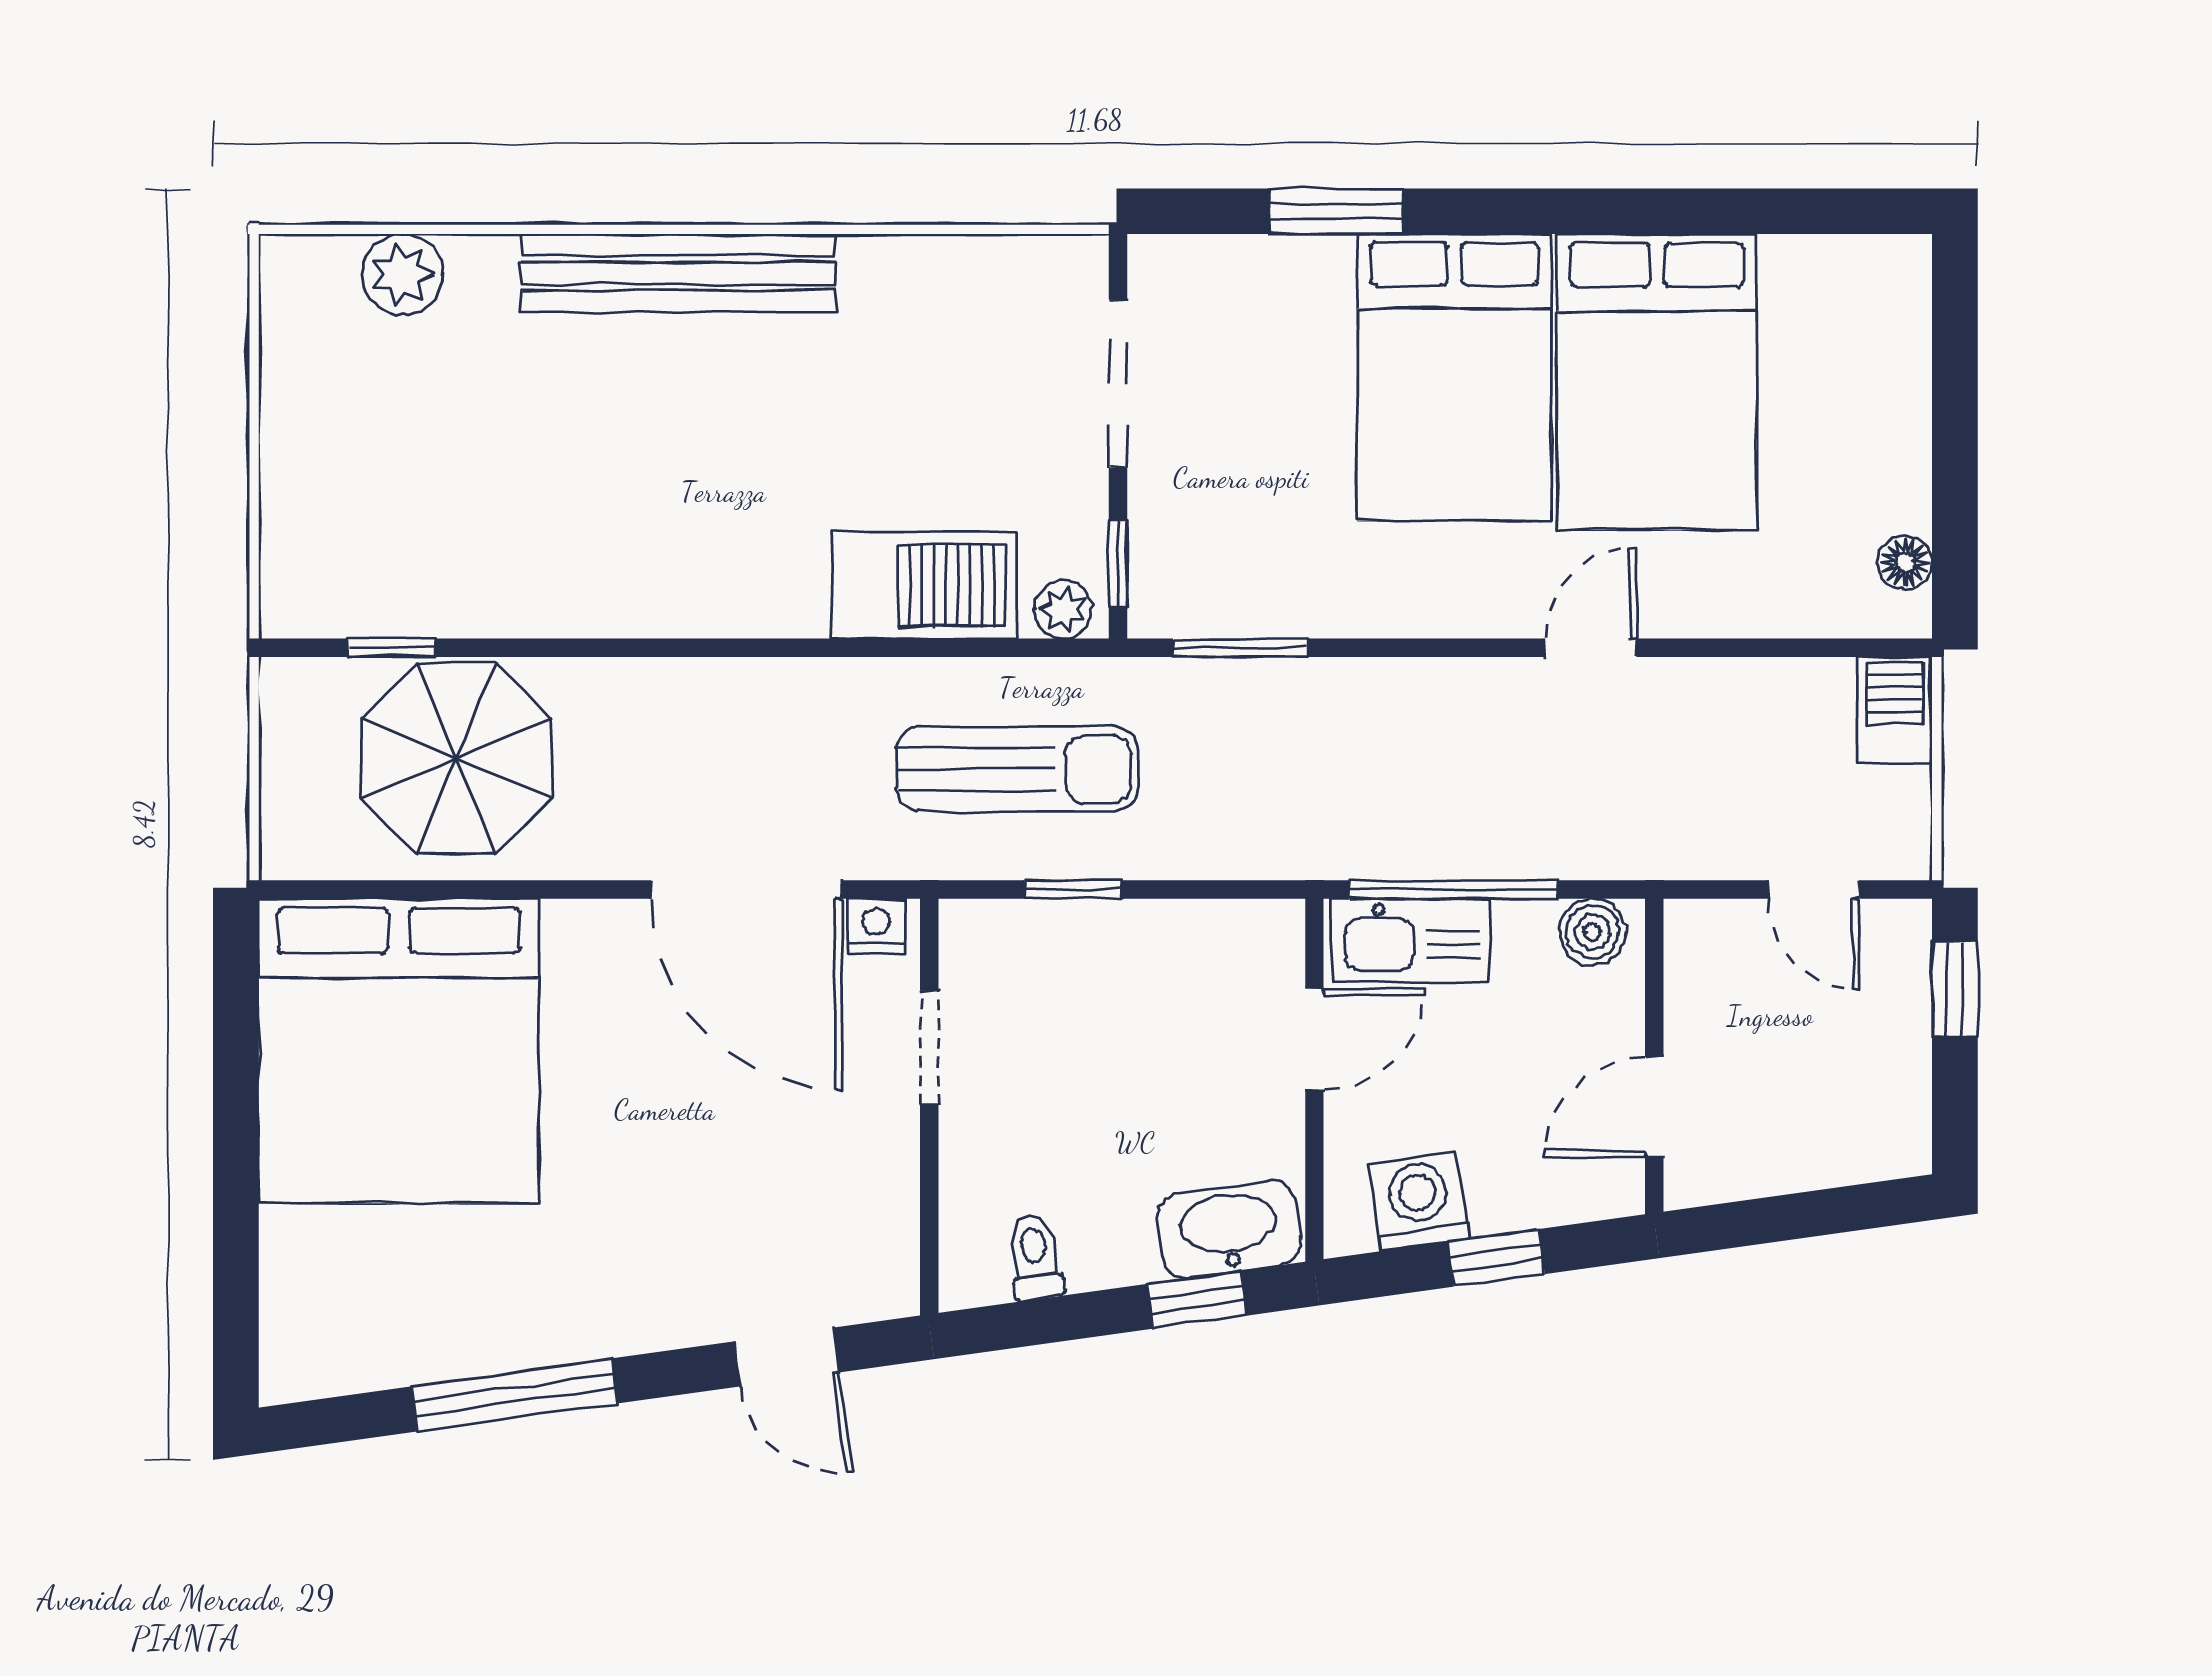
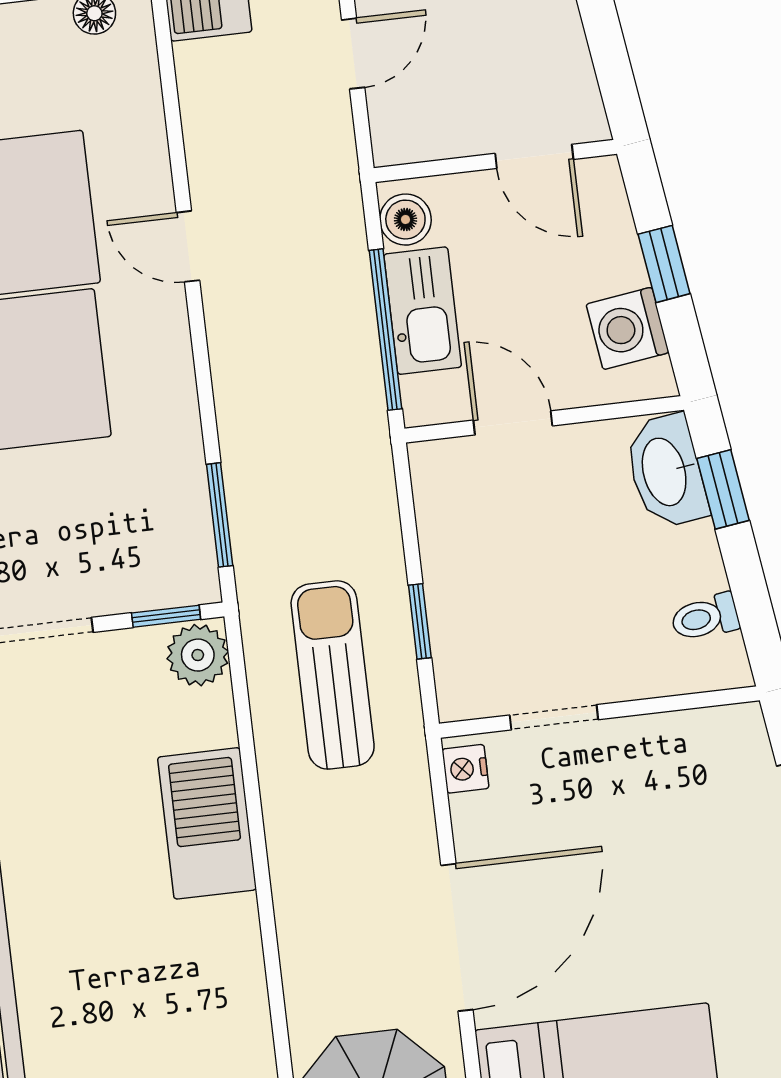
barbecue: (924, 585) -> (207, 823), moved
plant: (1063, 610) -> (198, 655), width x1.38, depth x1.38
door: (746, 889) -> (457, 937), moved
kitchen sink: (1411, 940) -> (423, 311), moved

